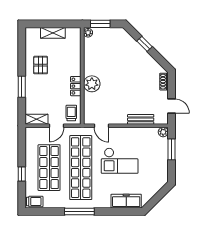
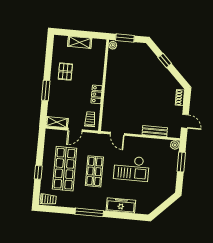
plant: (92, 84) -> (112, 94), removed
shop shelf: (81, 168) -> (94, 171), width x0.50, depth x0.74
freezer: (126, 201) -> (121, 205), moved

